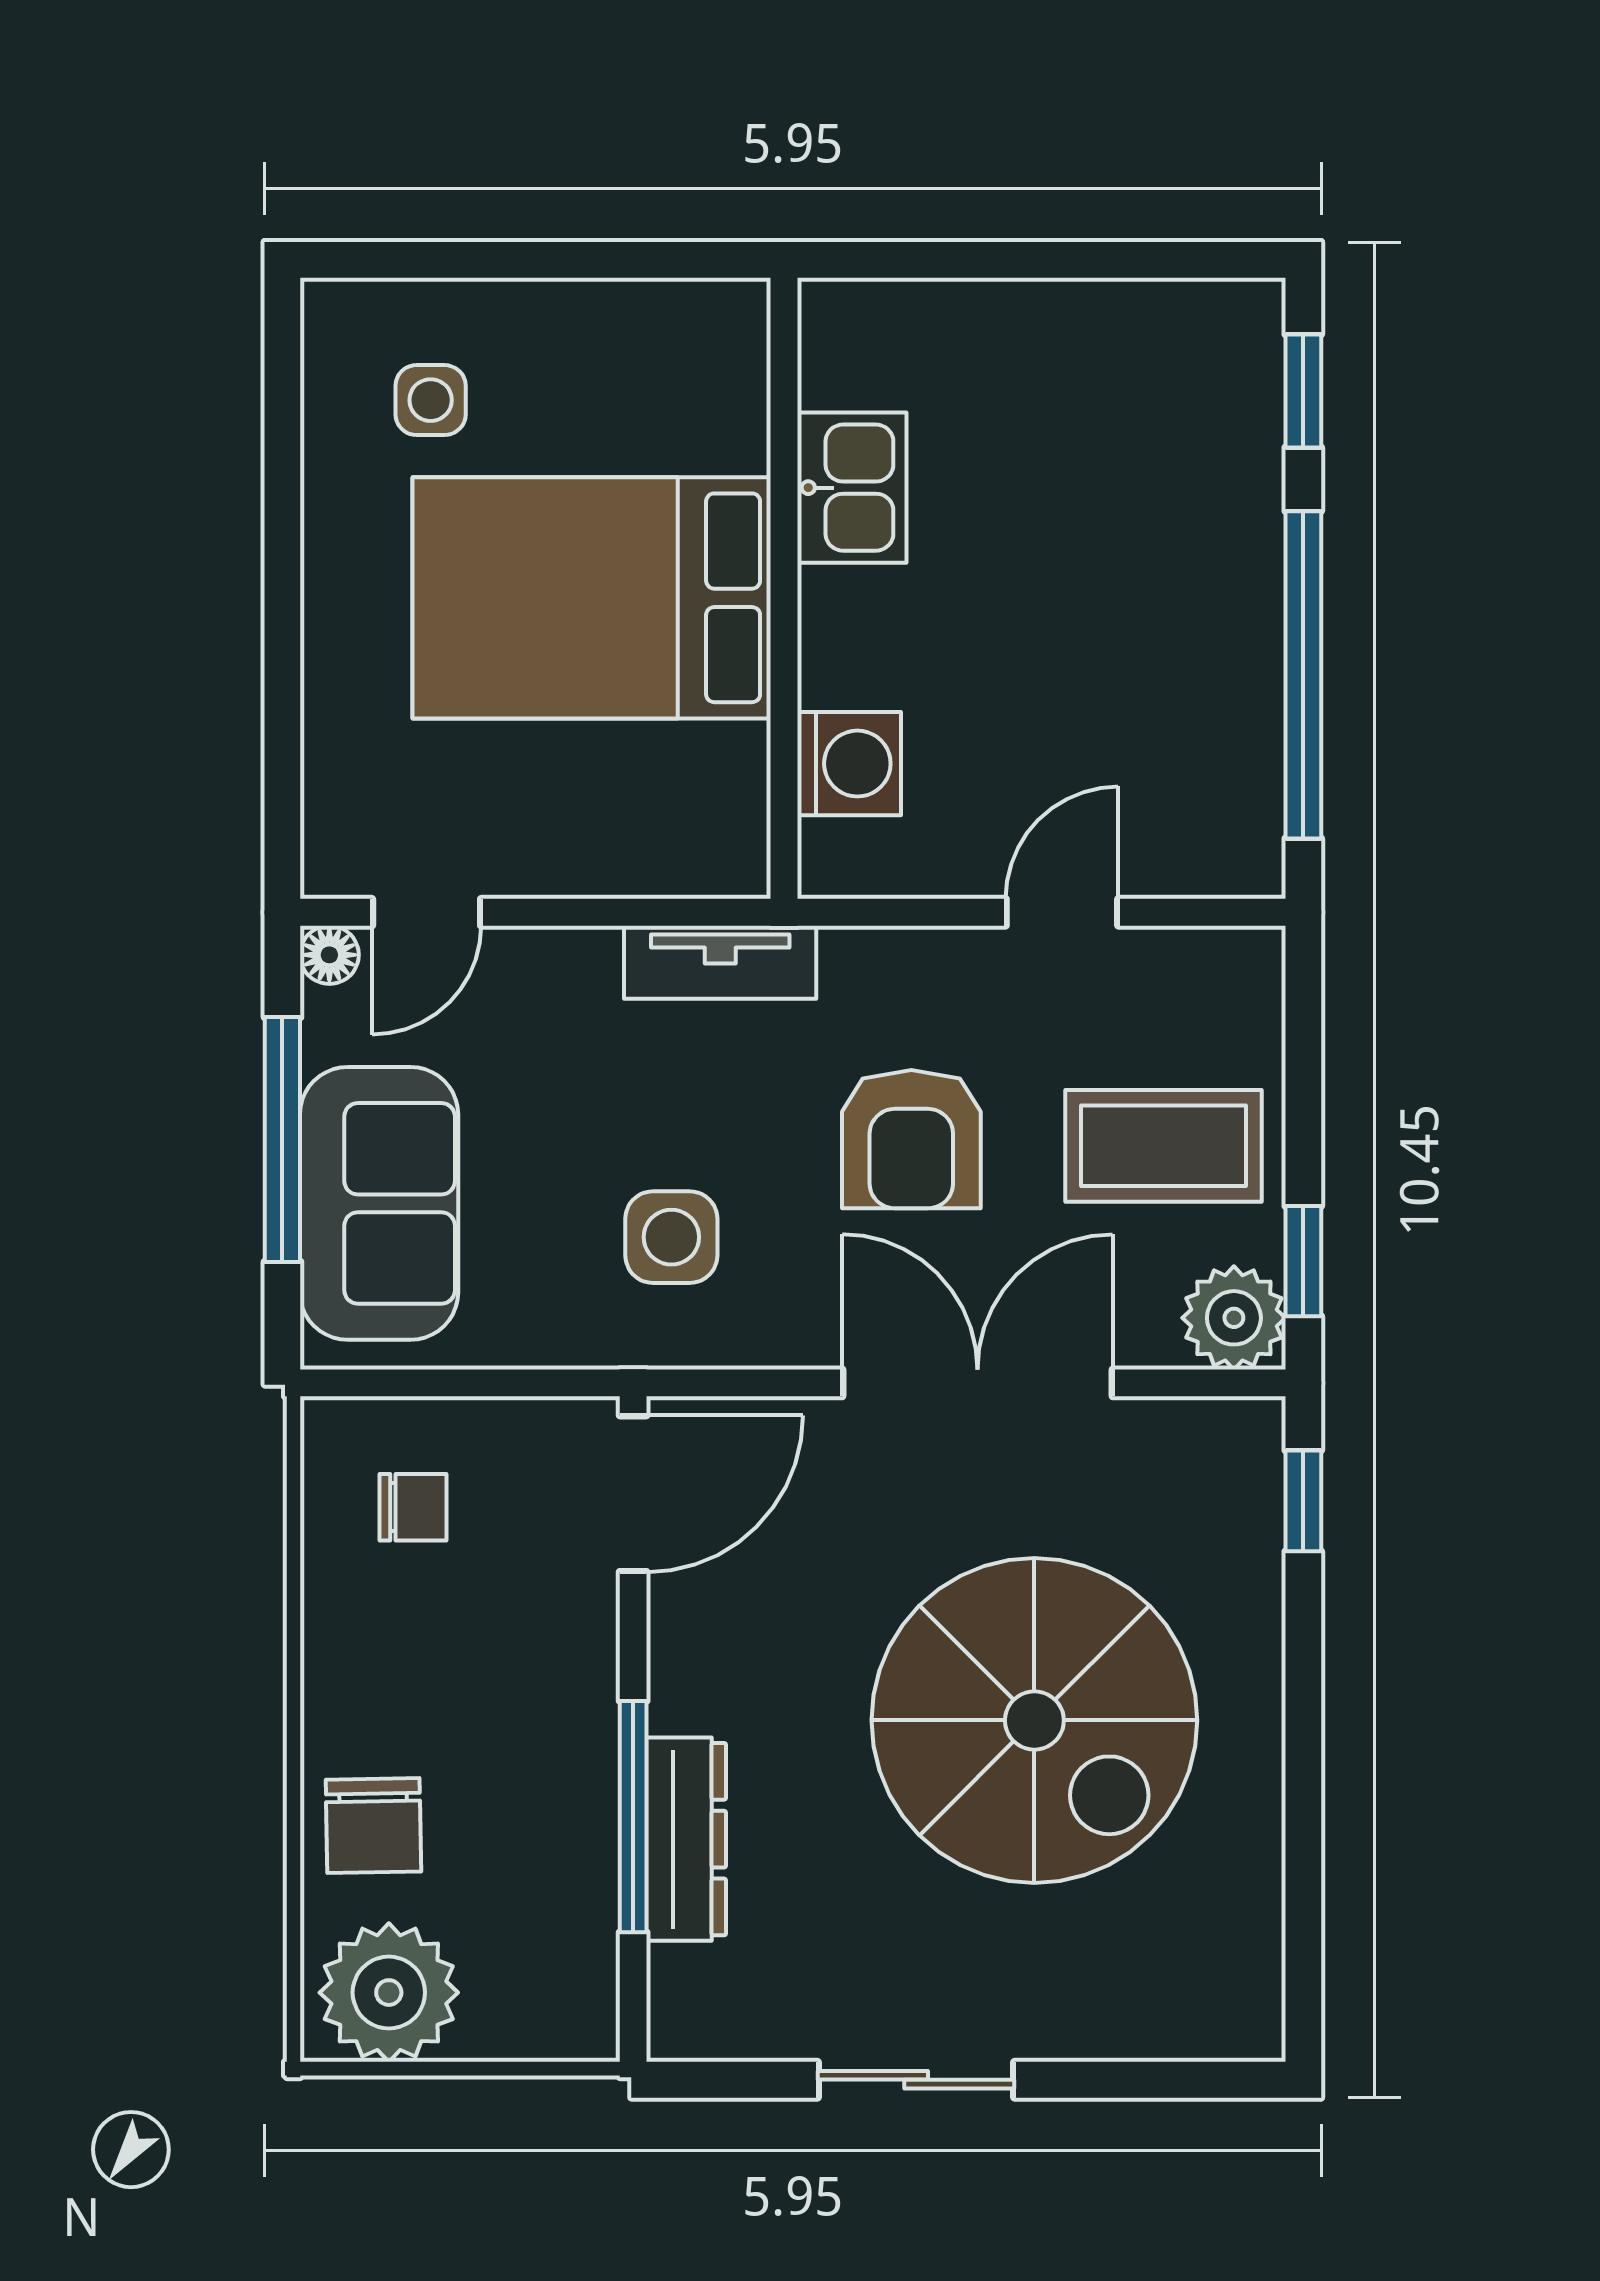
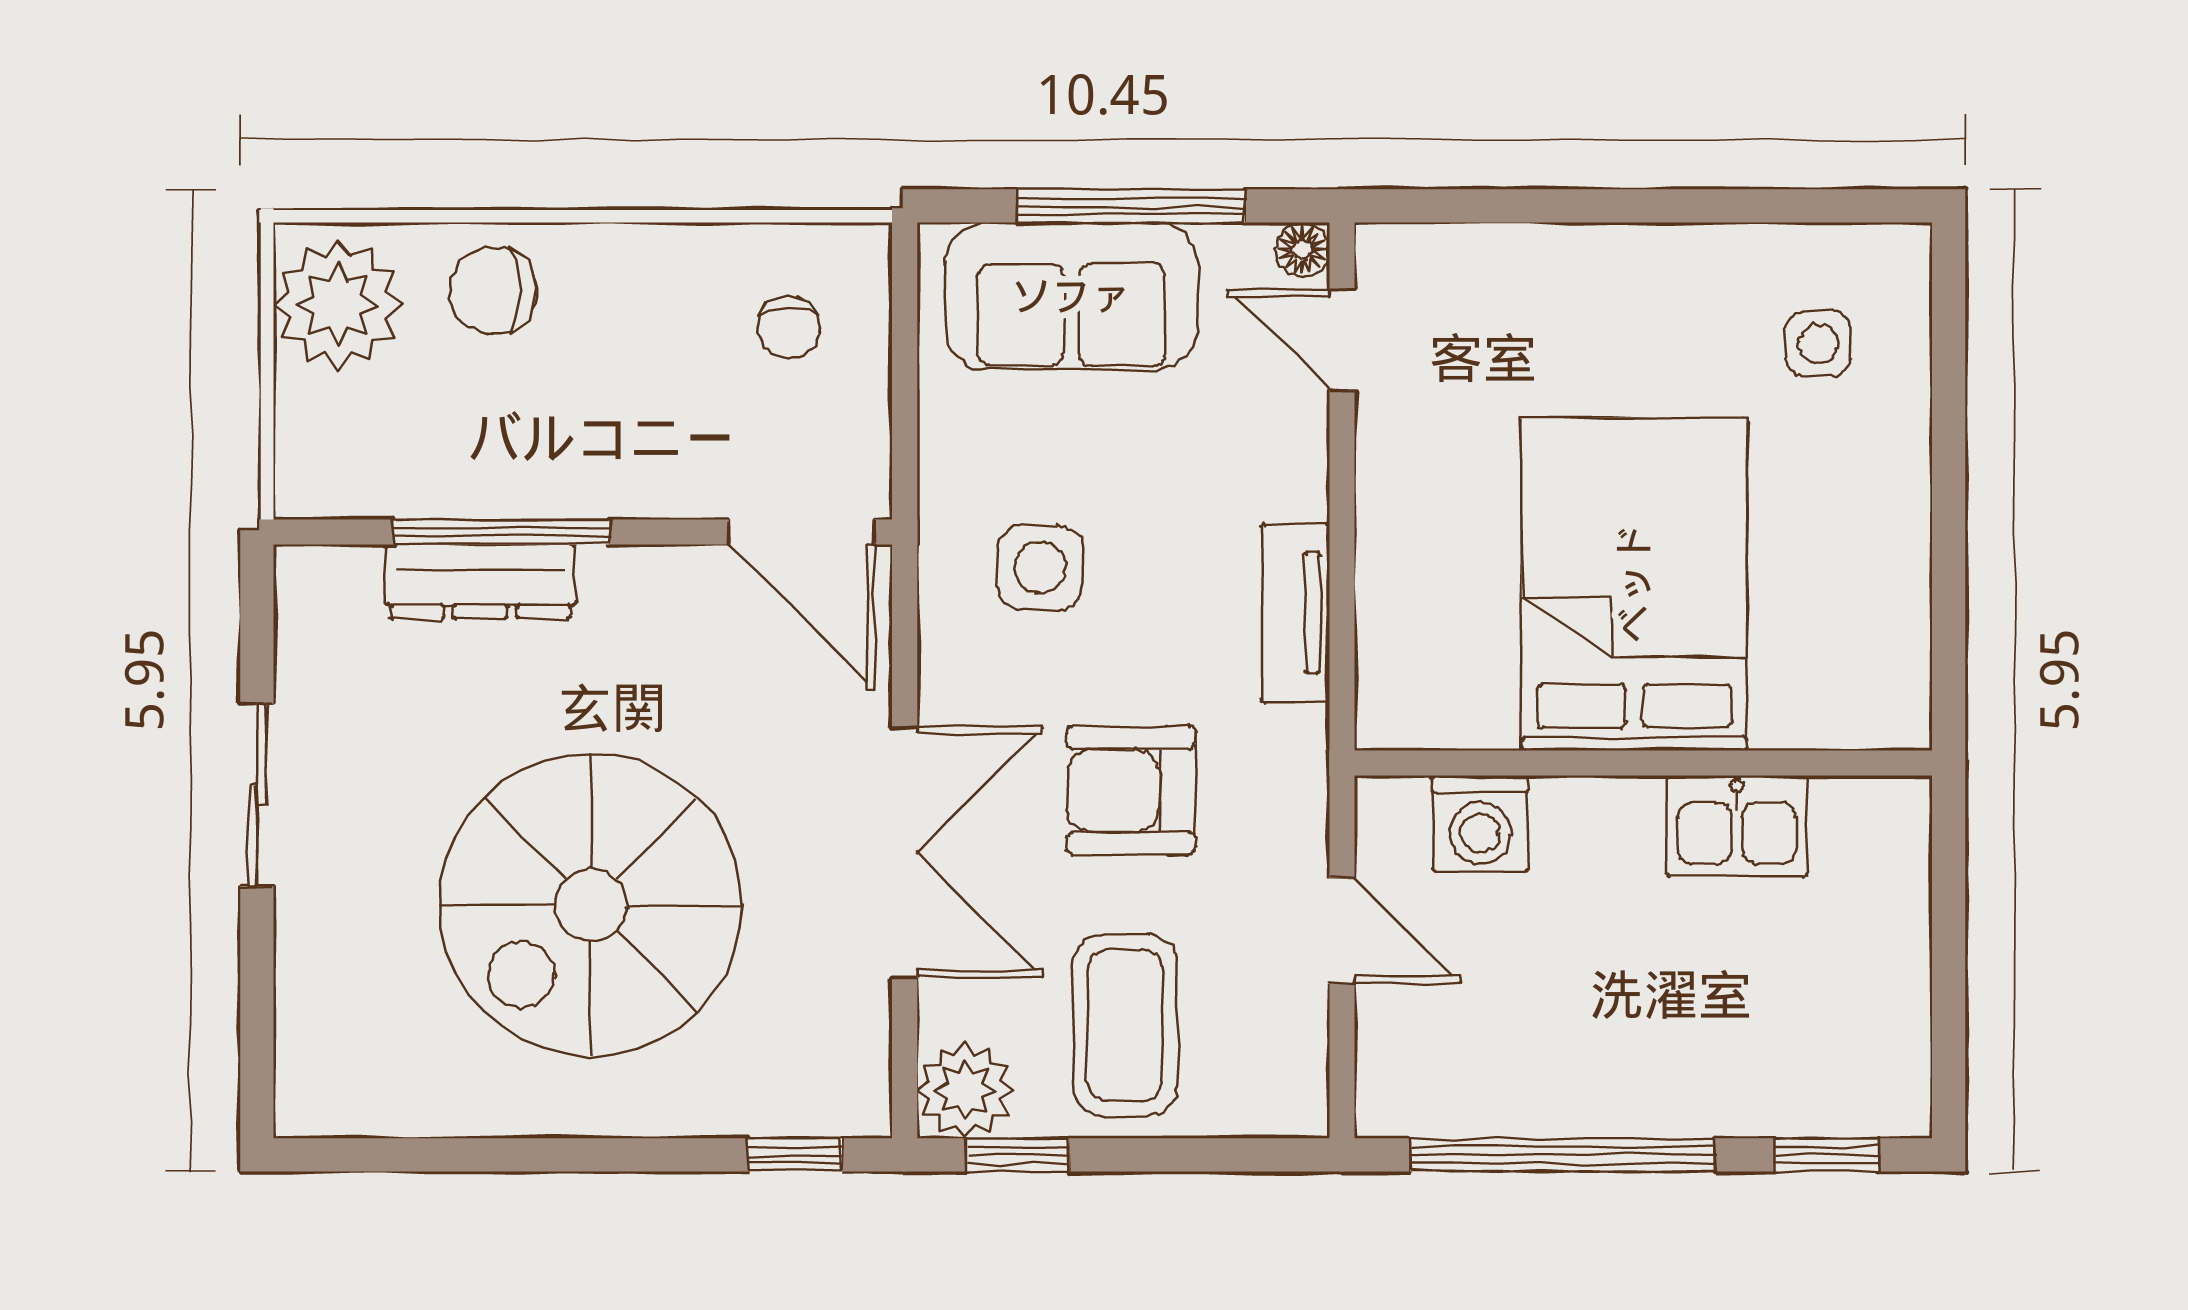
kitchen sink: (852, 488) -> (1737, 826), moved
wall: (784, 588) -> (1643, 763), moved
bed: (592, 598) -> (1634, 584), moved
washing machine: (849, 764) -> (1480, 823), moved

